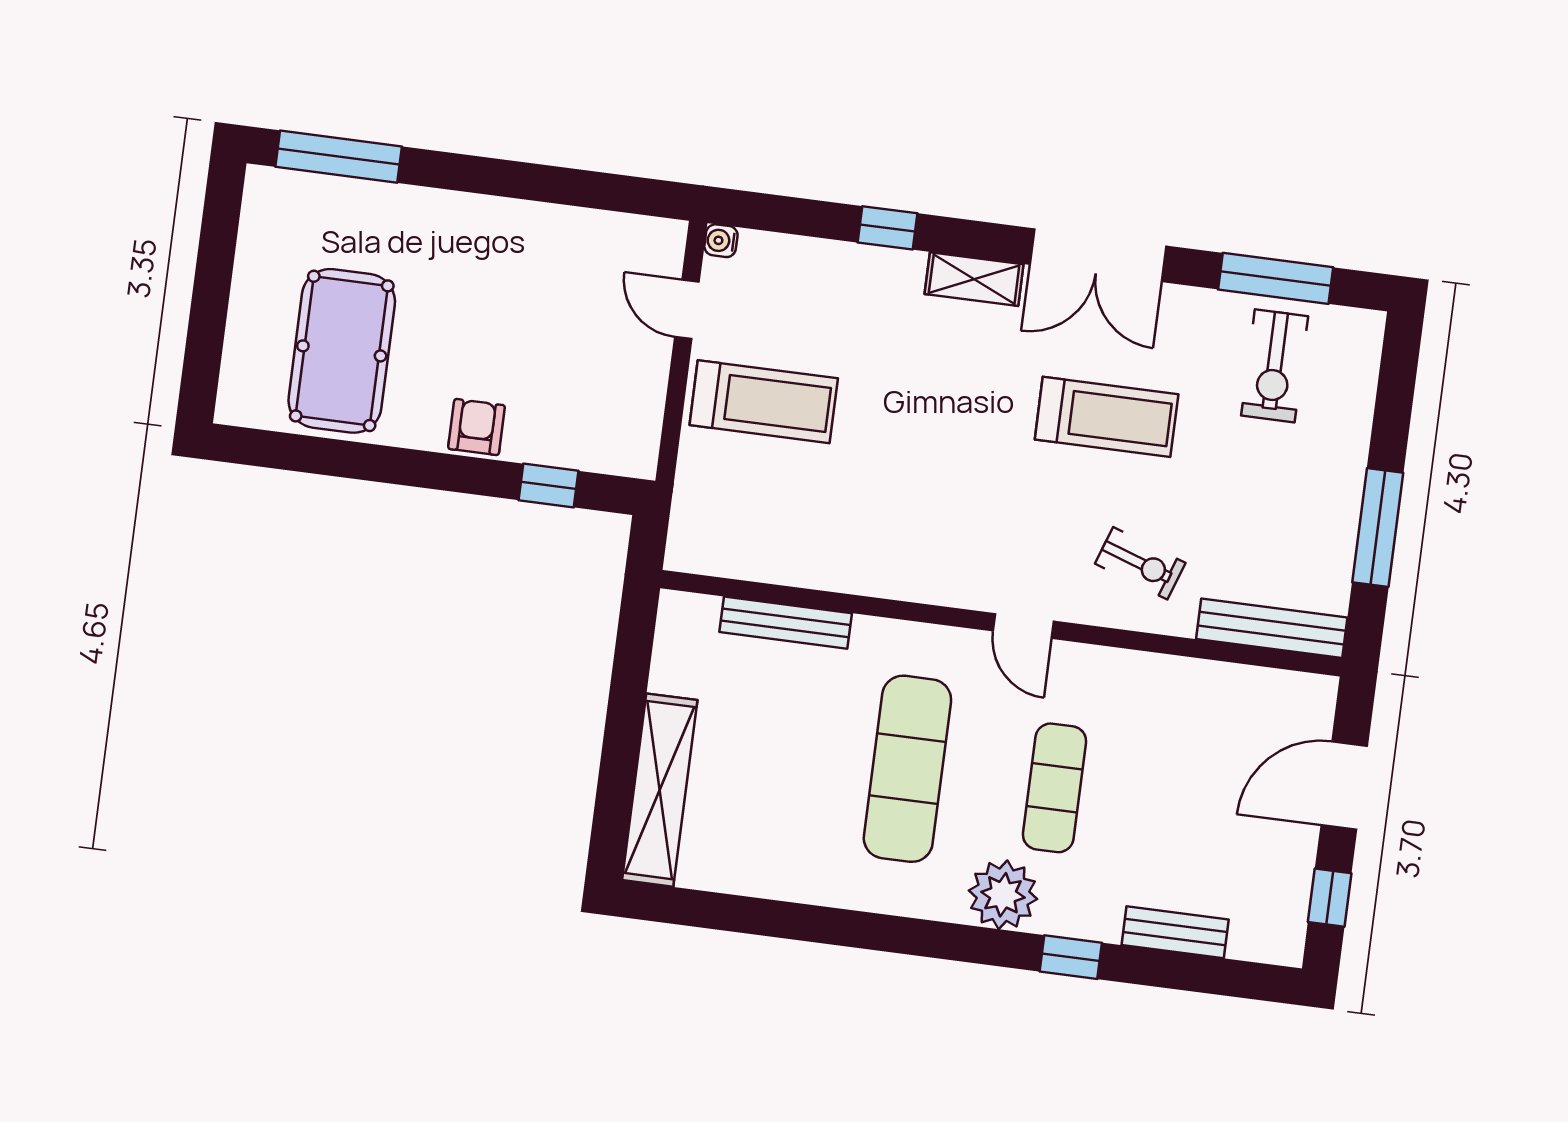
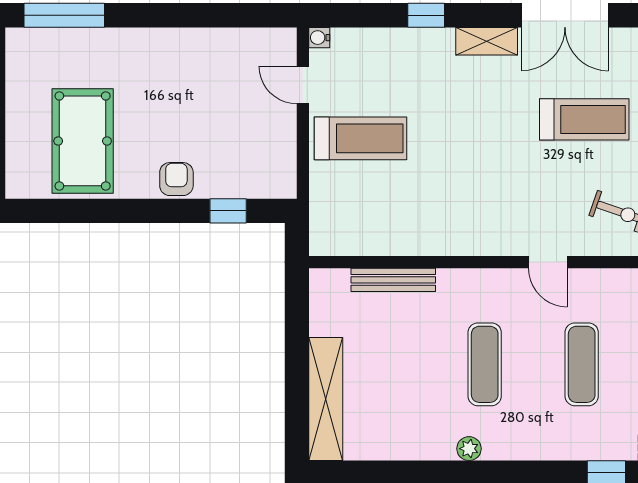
exercise mat: (907, 769) -> (485, 364), width x0.73, depth x0.69
plant: (1003, 895) -> (469, 449), moved, width x0.53, depth x0.53

